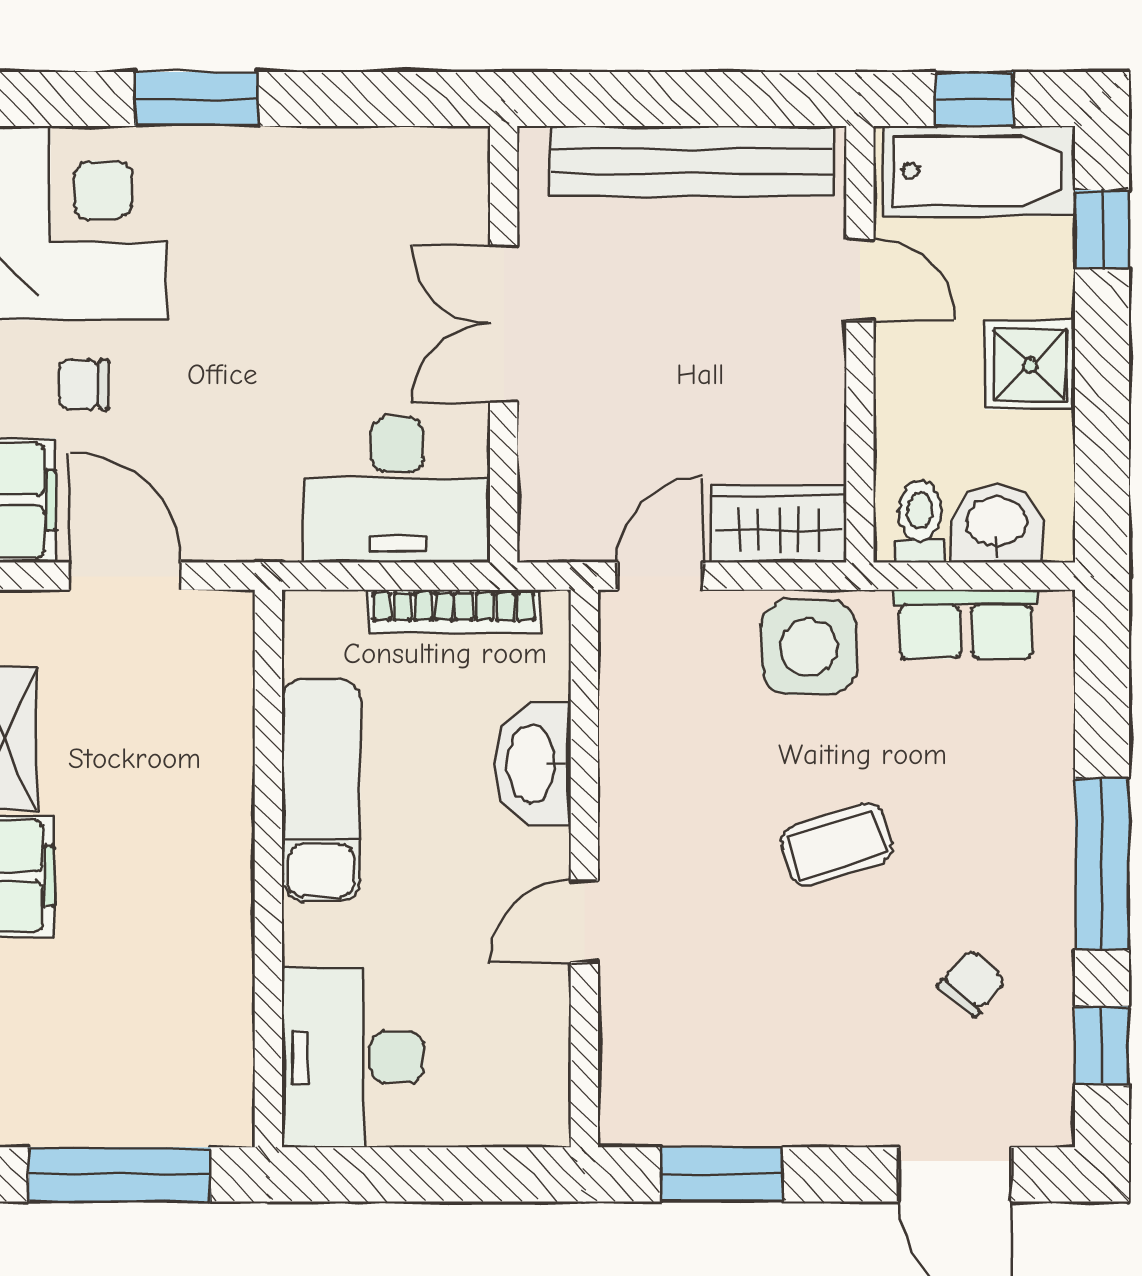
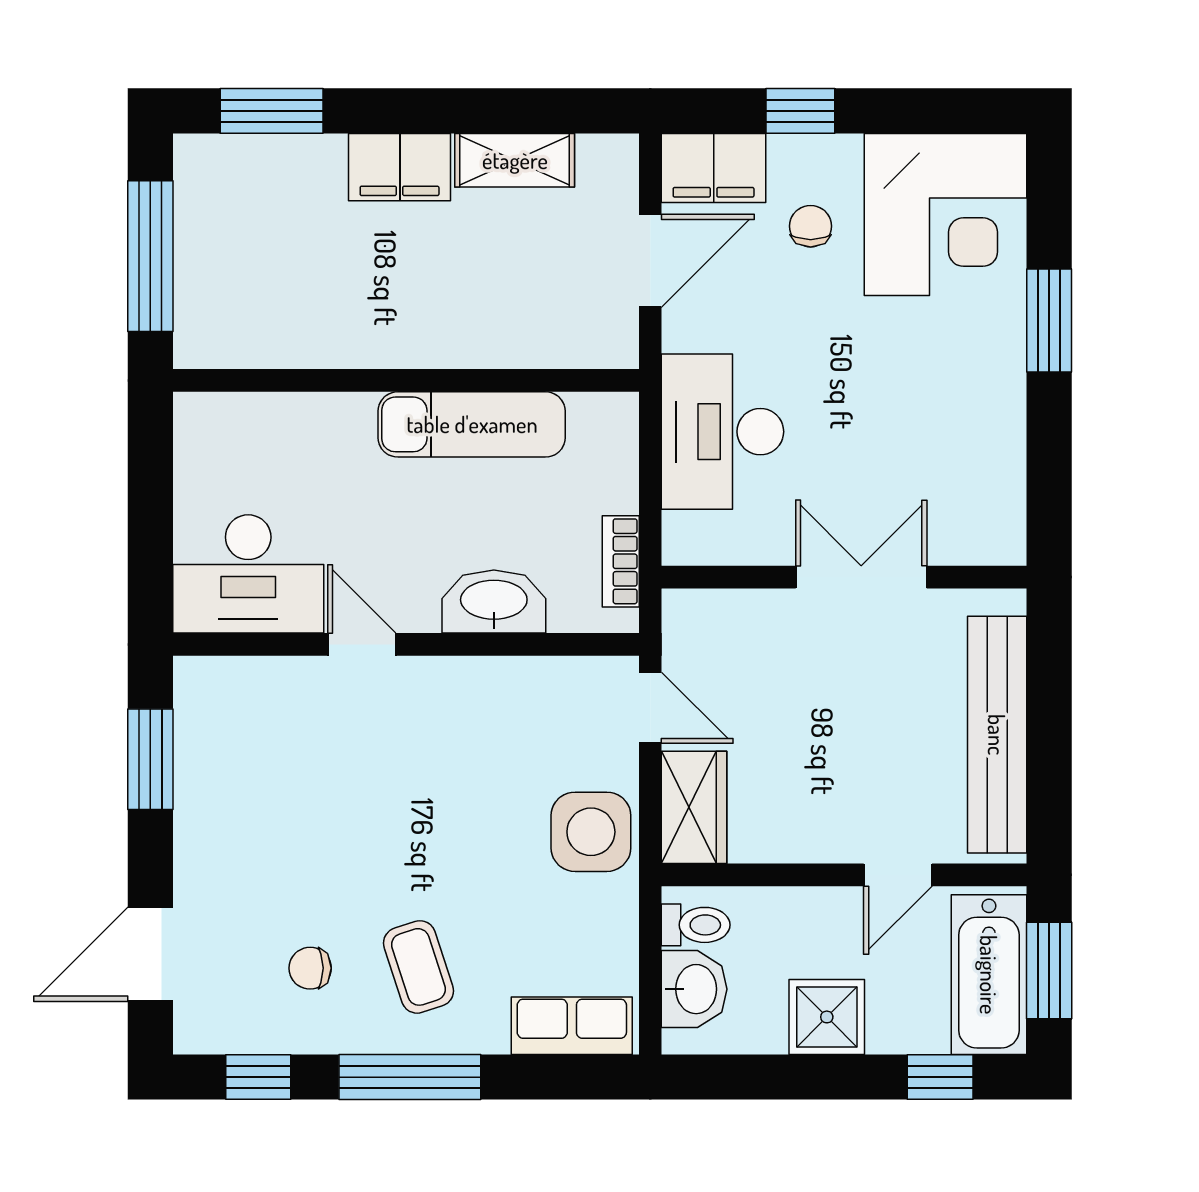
window: (974, 99) -> (1049, 970), width x1.50
desk: (397, 490) -> (723, 432), moved
bookcase: (454, 612) -> (621, 561), width x0.64
row of seats: (966, 624) -> (572, 1026), moved, turned 90
coffee table: (837, 845) -> (418, 967), moved
chair: (972, 983) -> (310, 968), turned 139
desk: (353, 1057) -> (248, 574), moved, turned 180

